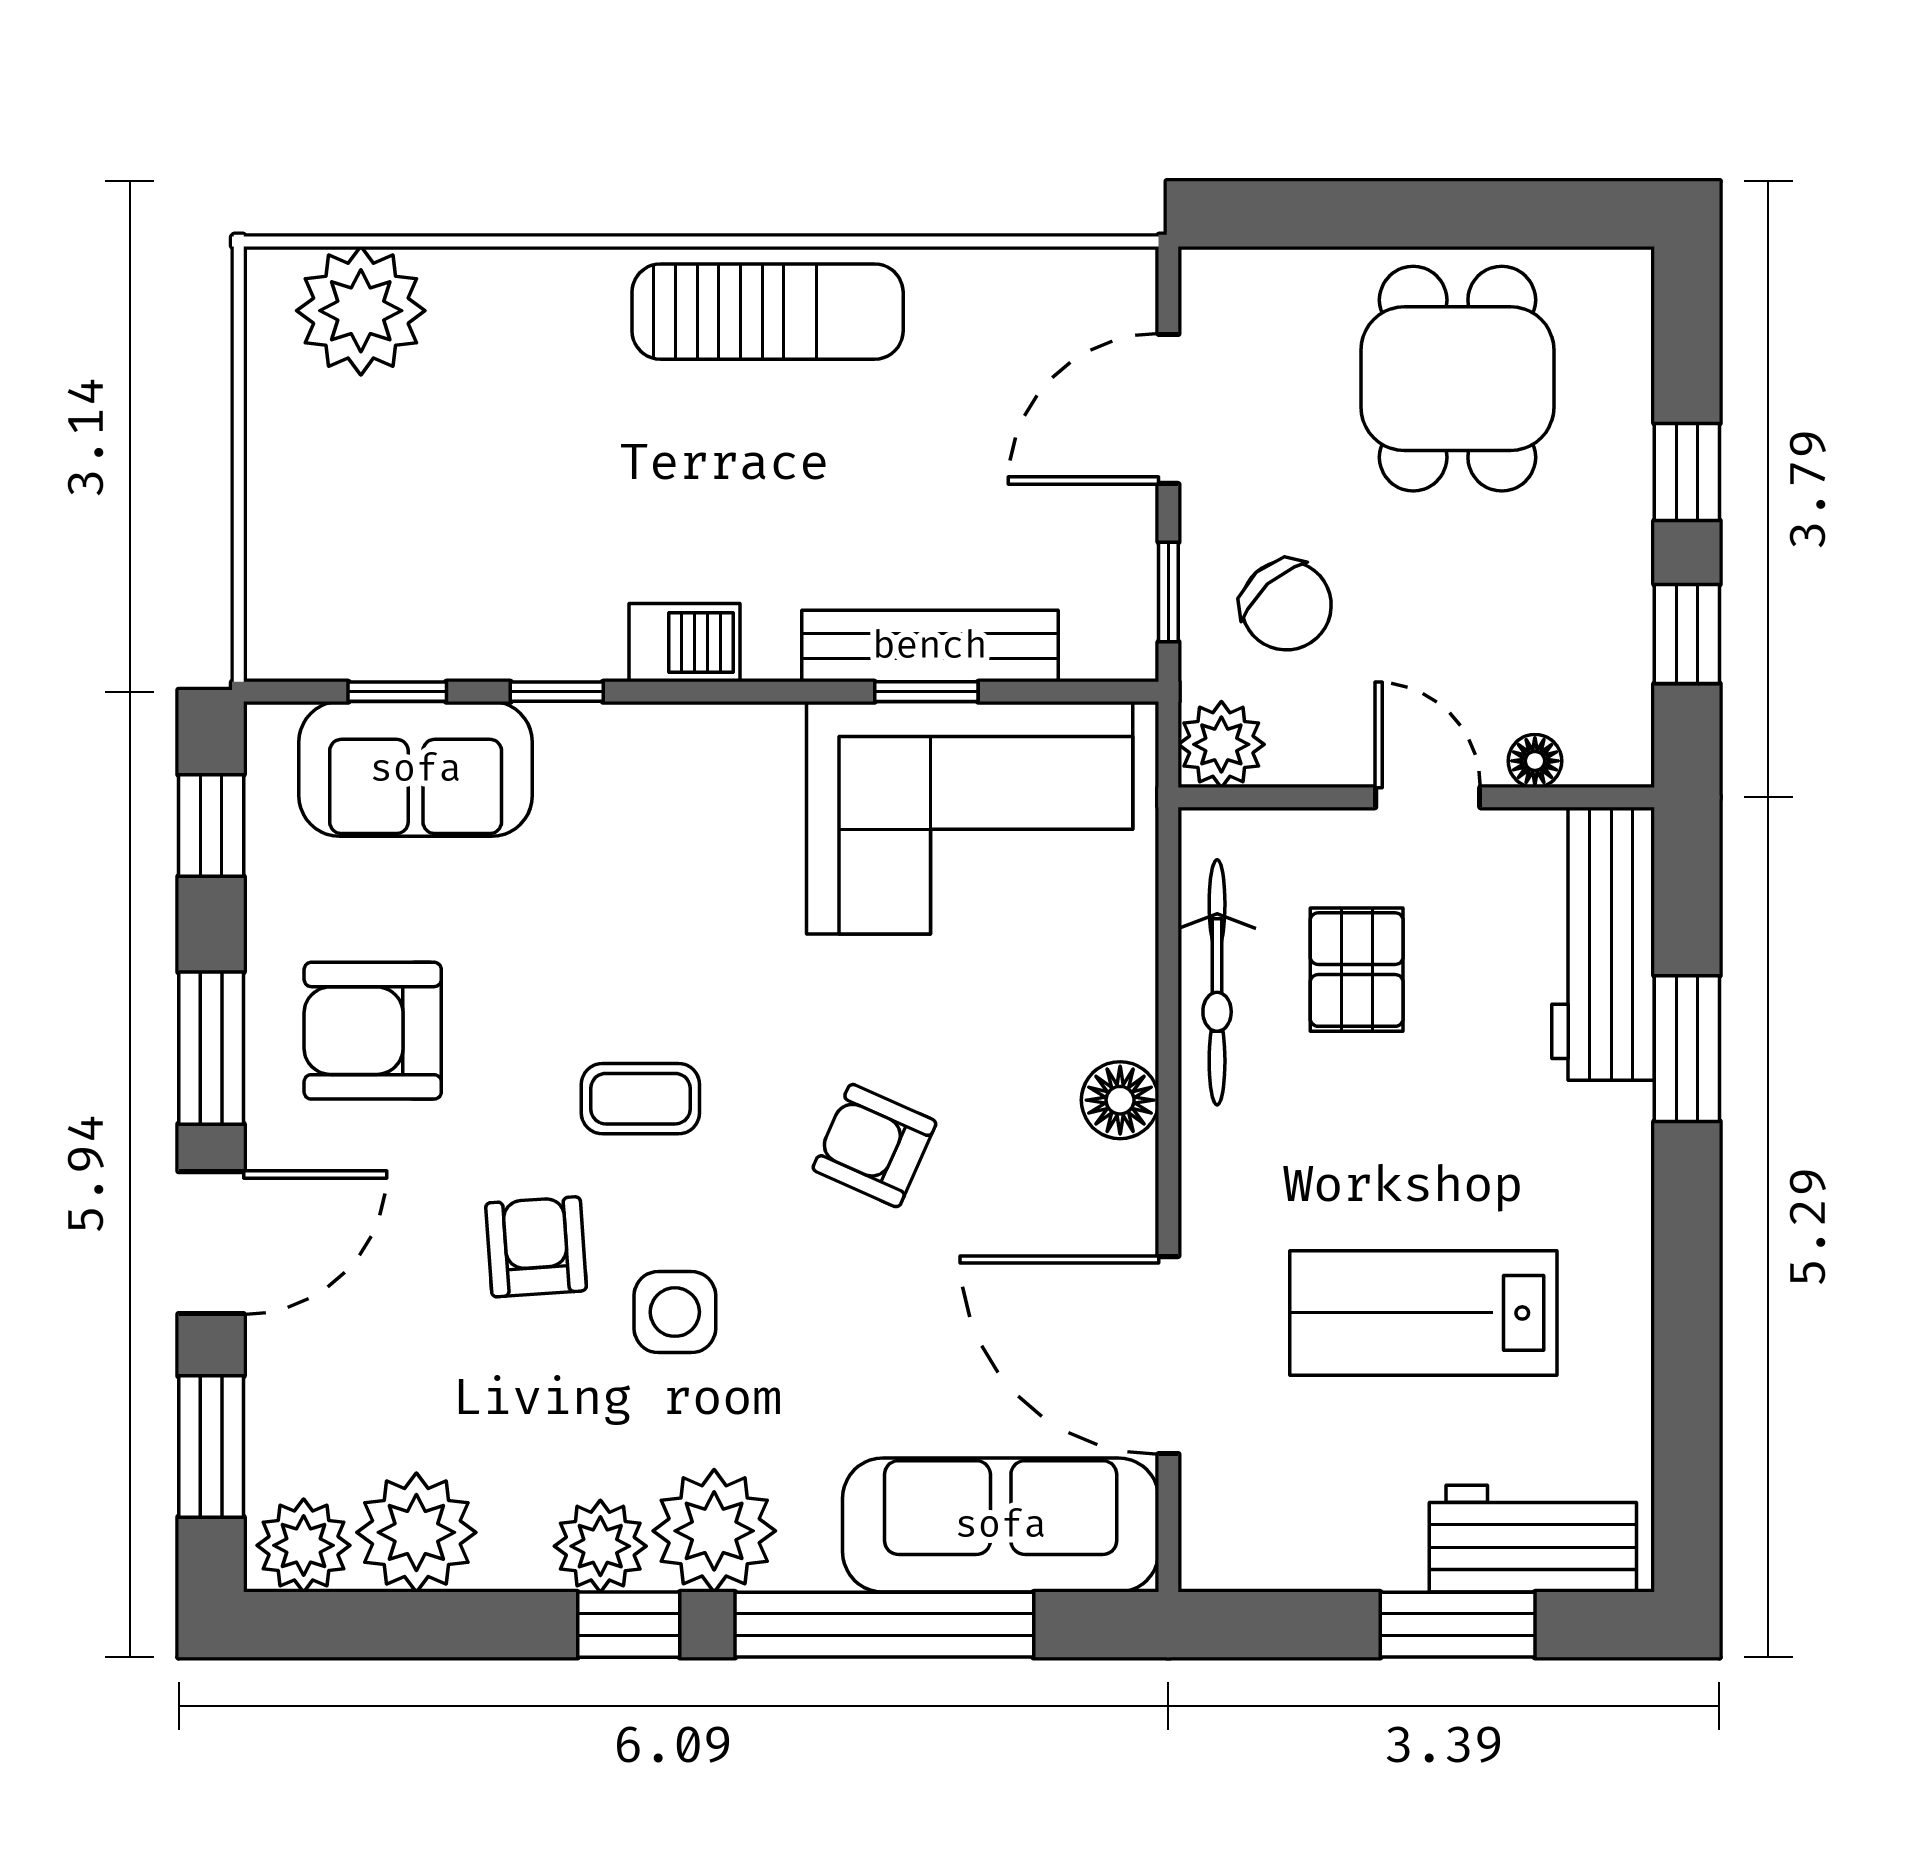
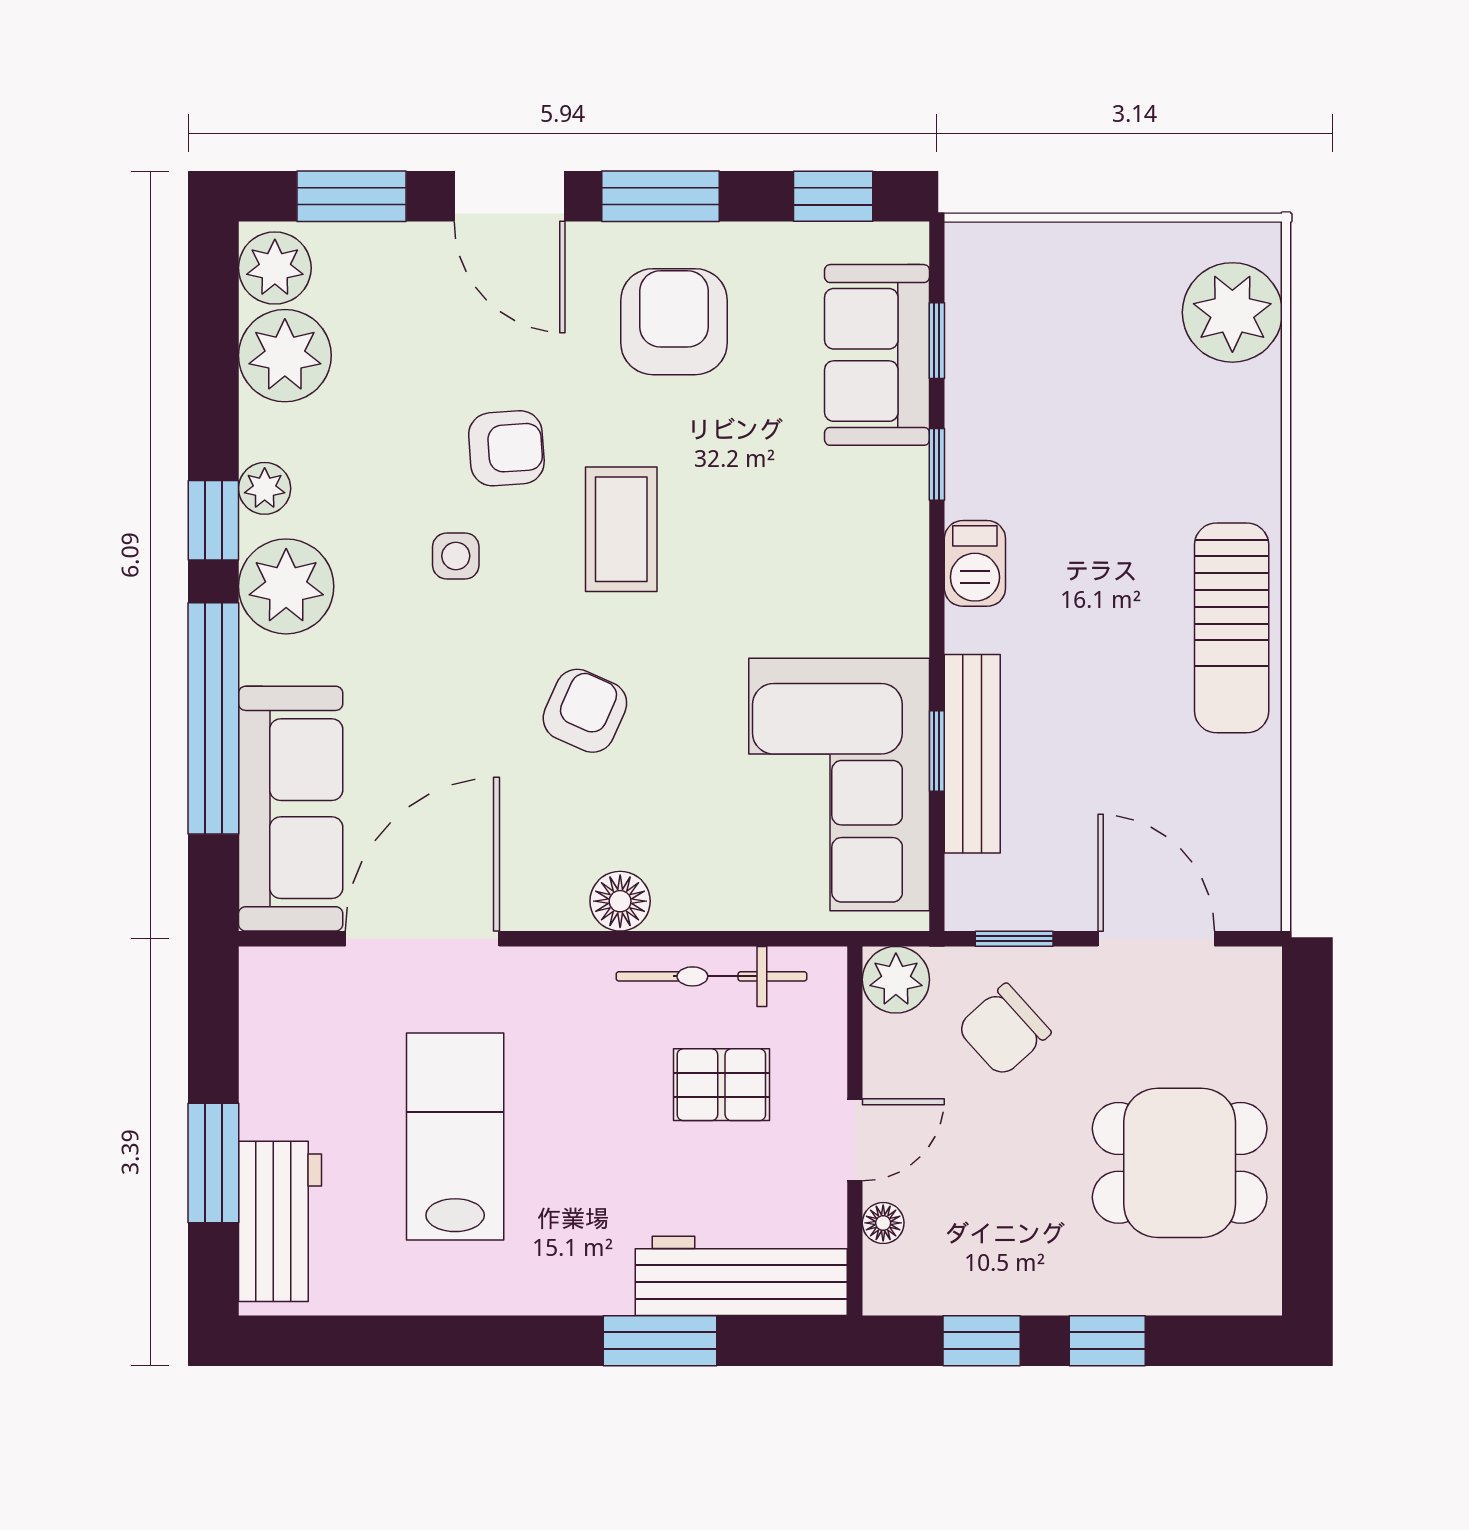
coffee table: (640, 1099) -> (621, 529), width x1.36, depth x1.30
side table: (675, 1312) -> (456, 556), width x0.73, depth x0.73
plant: (600, 1546) -> (265, 488), width x0.73, depth x0.73

